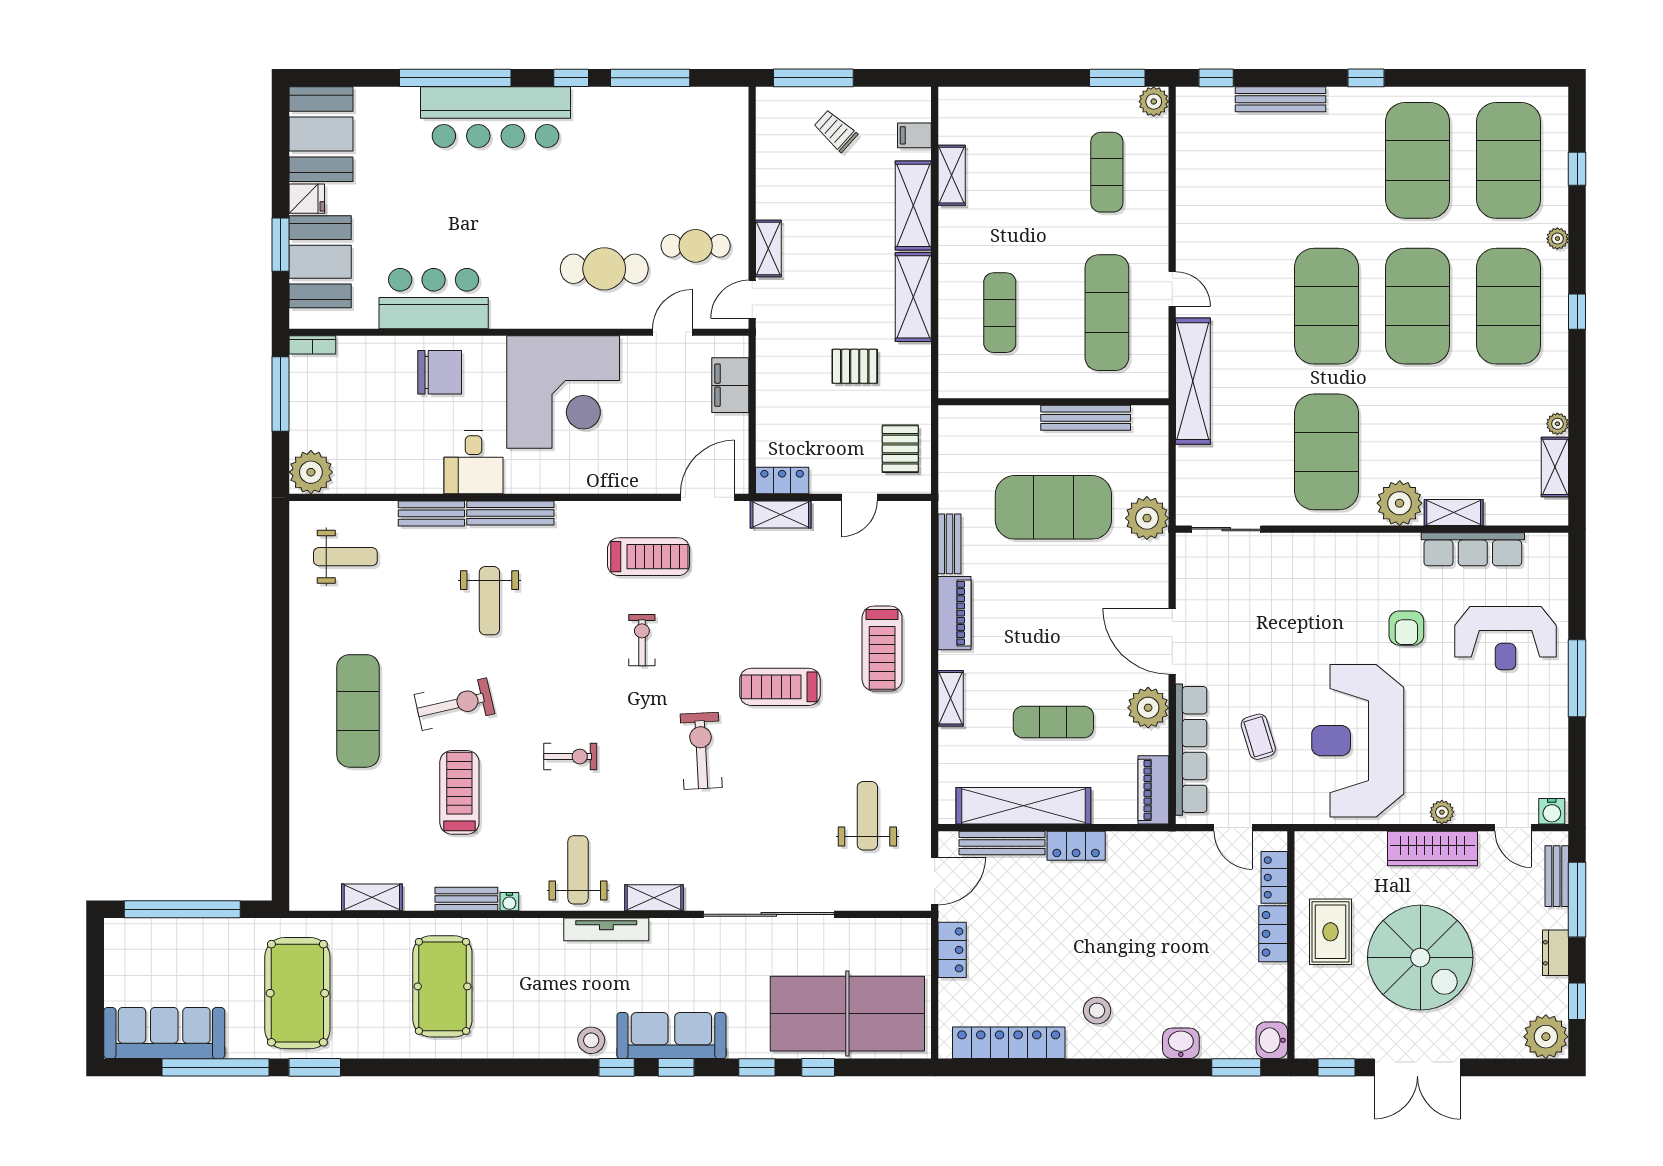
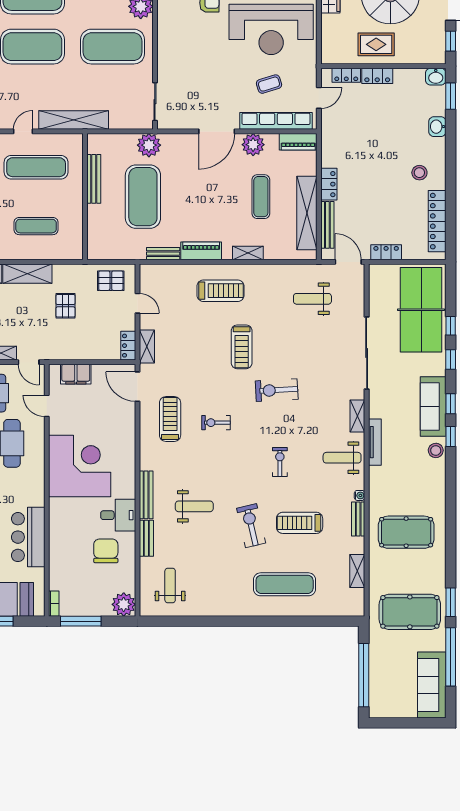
chair: (440, 372) -> (106, 551), moved
exercise mat: (358, 711) -> (285, 584), moved

